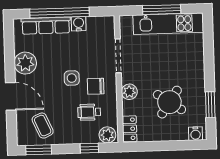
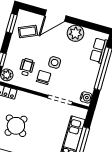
water cooler: (79, 24) -> (86, 97), moved
row of seats: (46, 26) -> (99, 50), width x0.68
plant: (129, 92) -> (32, 100), removed

